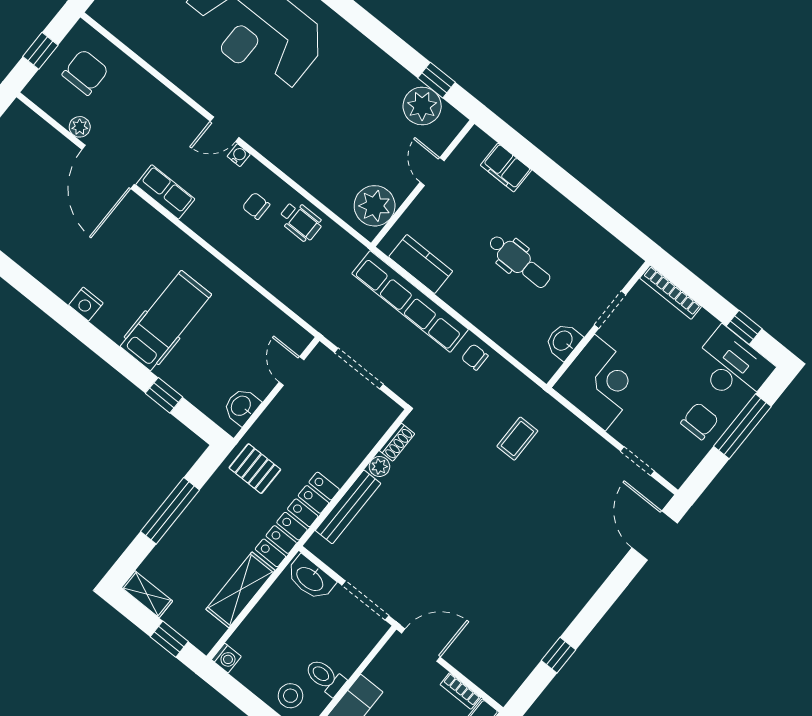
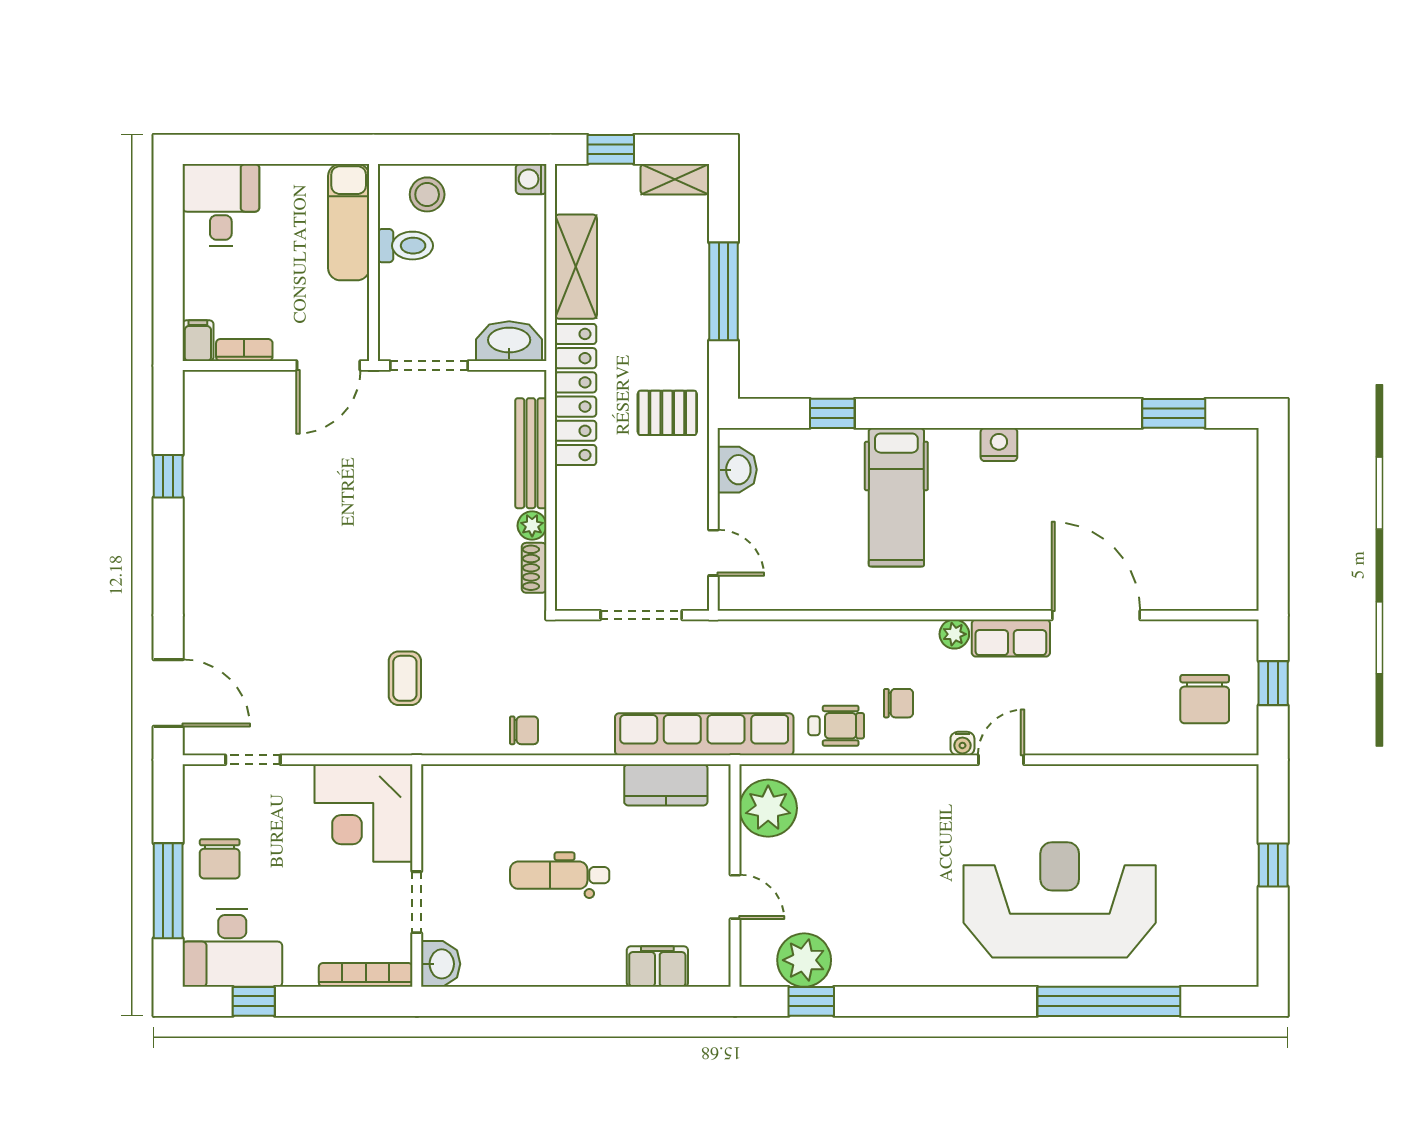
plant: (80, 127) -> (954, 634), moved
wheelchair: (300, 221) -> (836, 726), turned 180
row of seats: (410, 301) -> (704, 734), moved
washbasin: (563, 341) -> (441, 964), moved

